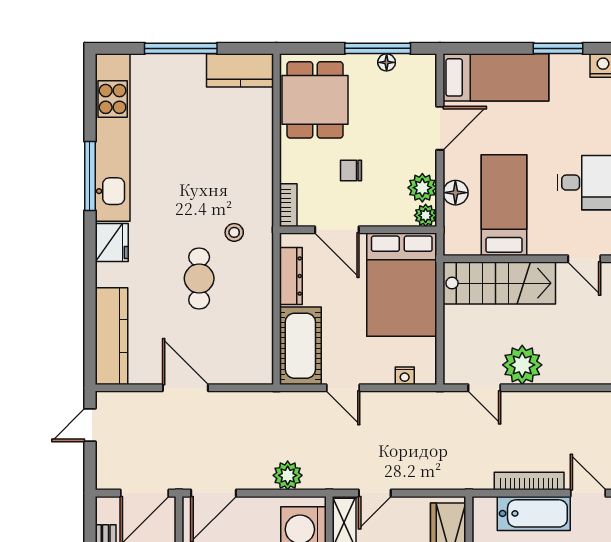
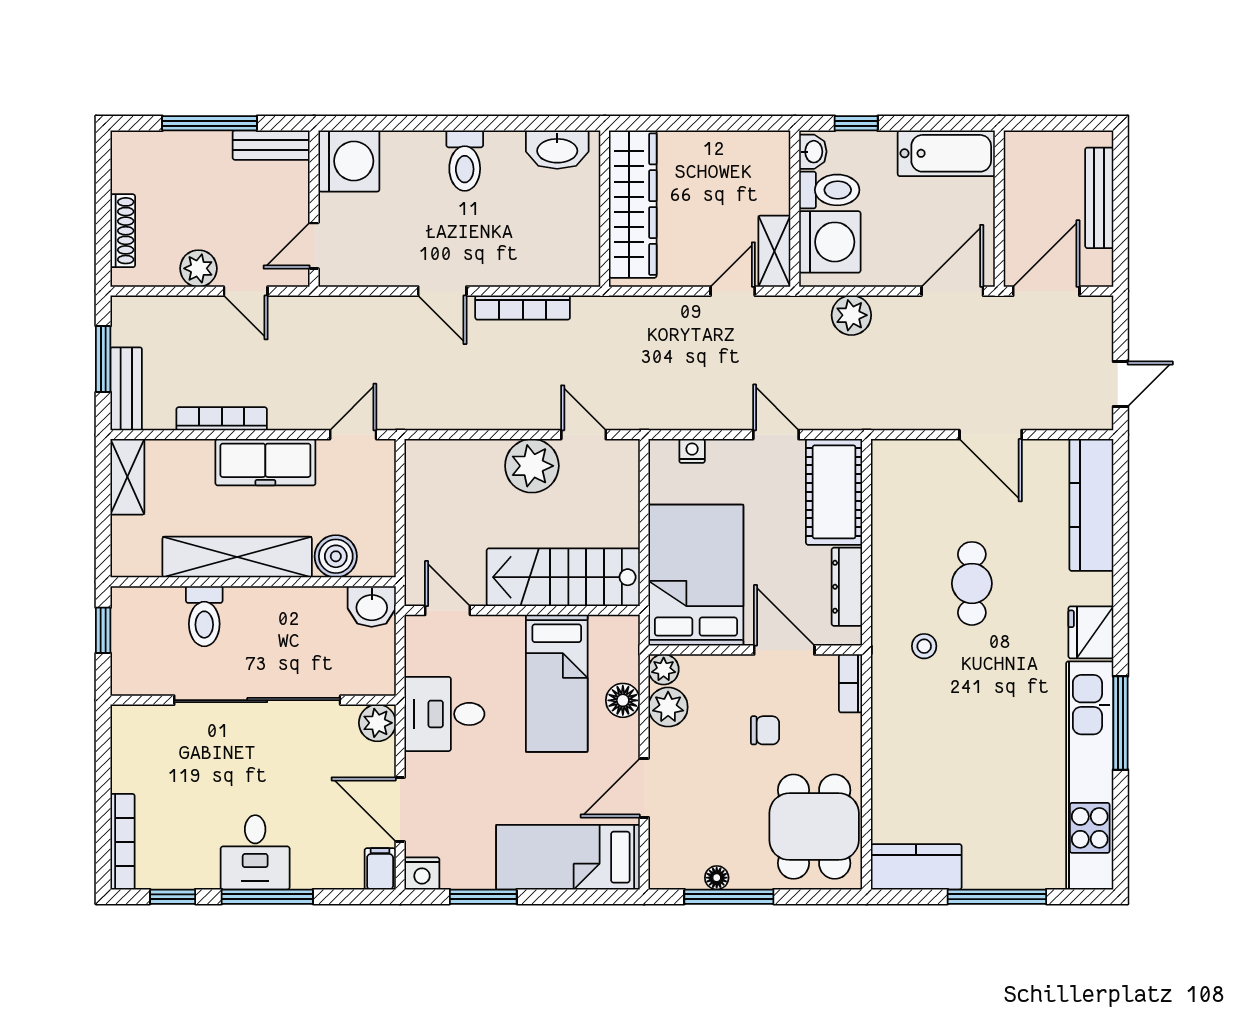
bathtub: (534, 513) -> (516, 264), removed

